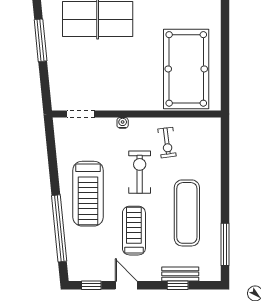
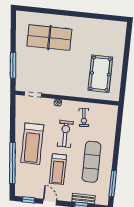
window: (41, 40) -> (13, 65), moved
pool table: (186, 69) -> (100, 74), width x0.73, depth x0.76
treadmill: (134, 231) -> (58, 169), turned 180

